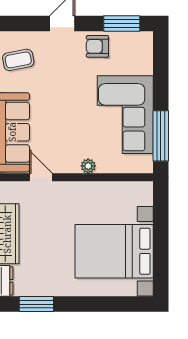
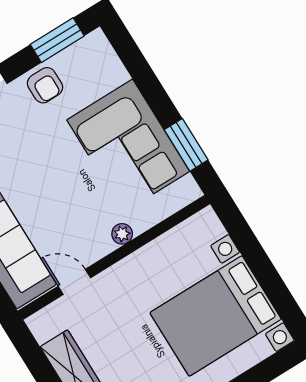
armchair: (97, 46) -> (45, 85), turned -90
window: (161, 136) -> (186, 145), width x0.69

